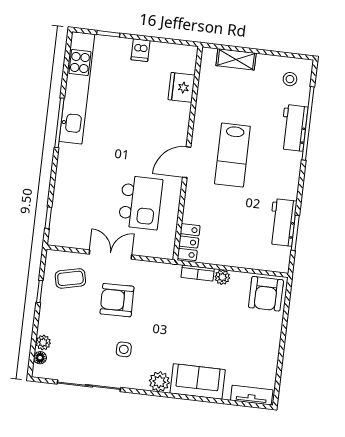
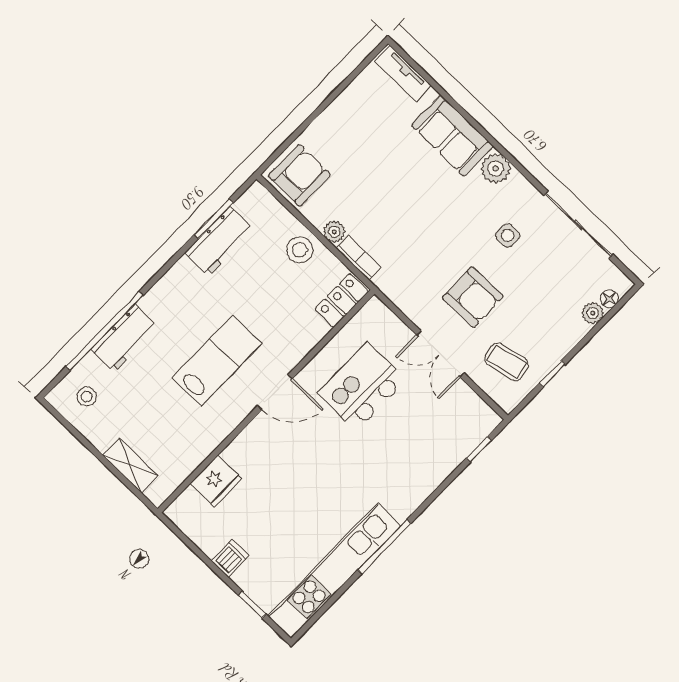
stool: (234, 252) -> (300, 250), added

